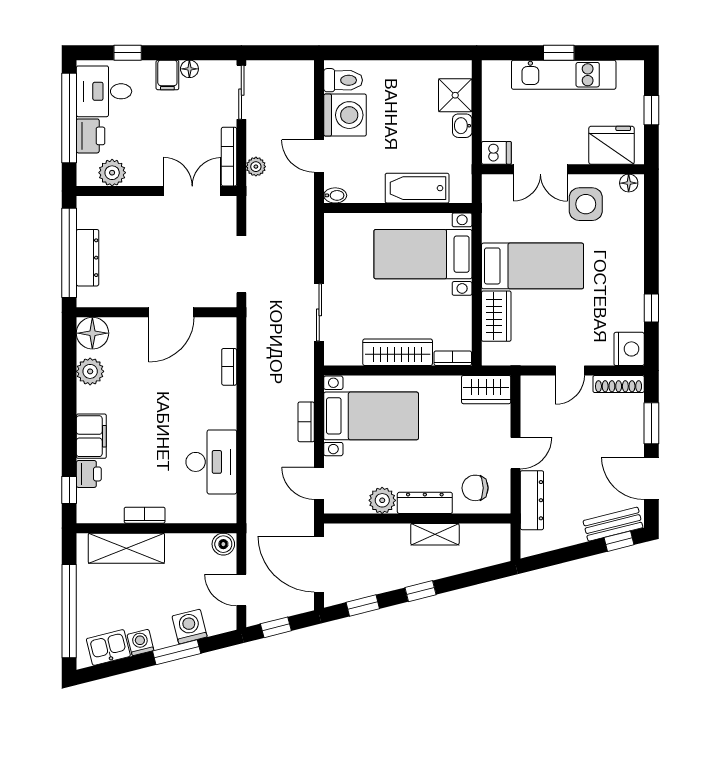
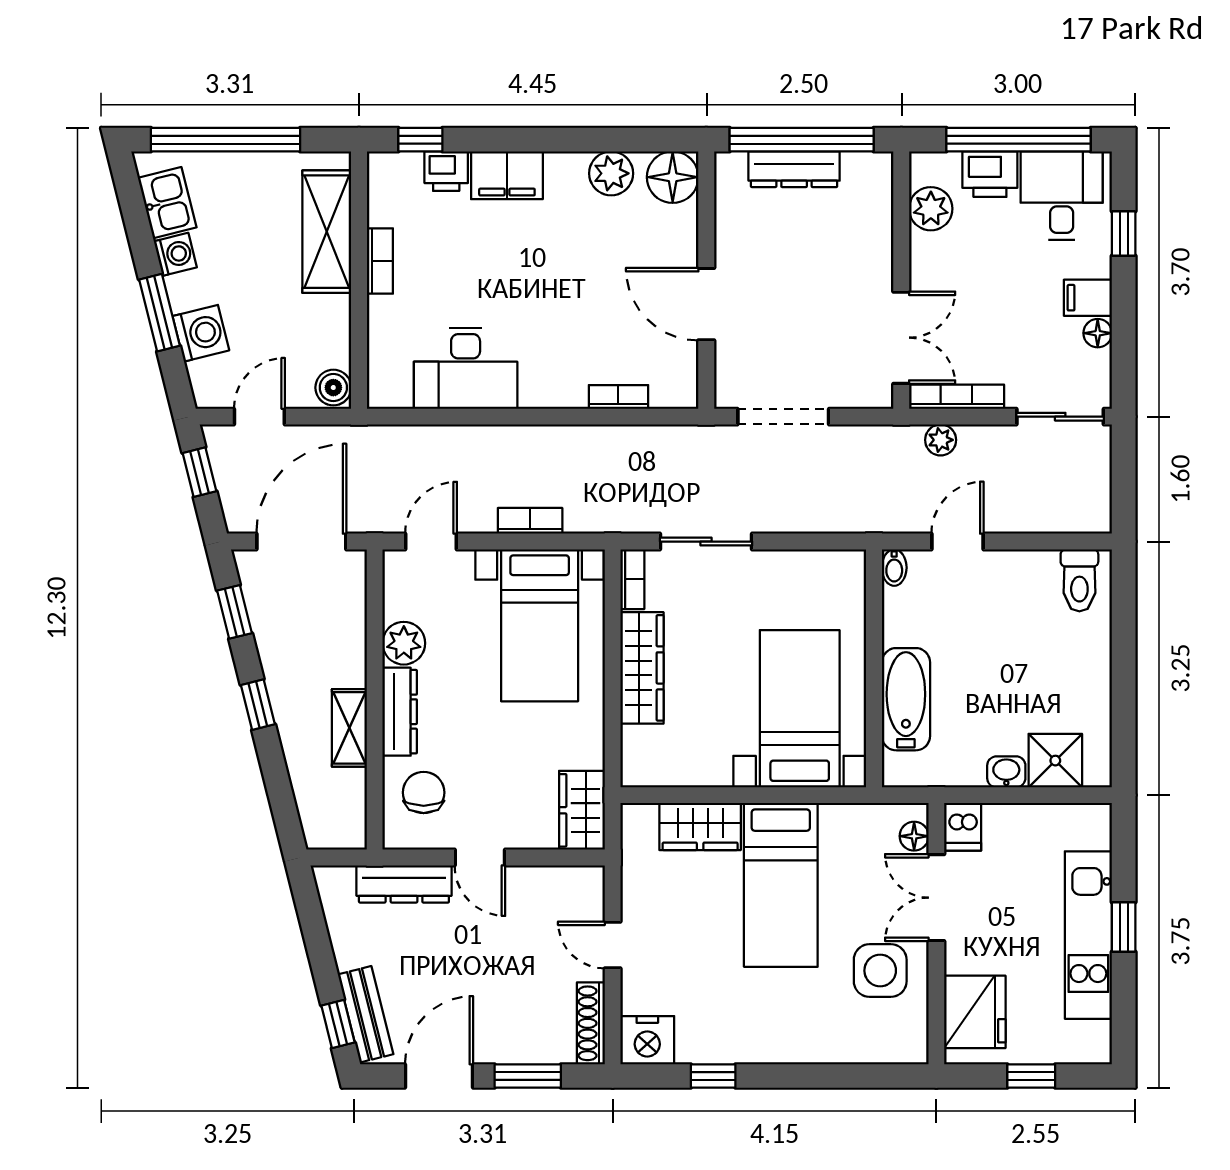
washing machine: (345, 115) -> (1023, 583), removed
floor lamp: (629, 183) -> (914, 836), moved
bookcase: (453, 358) -> (632, 579), moved

